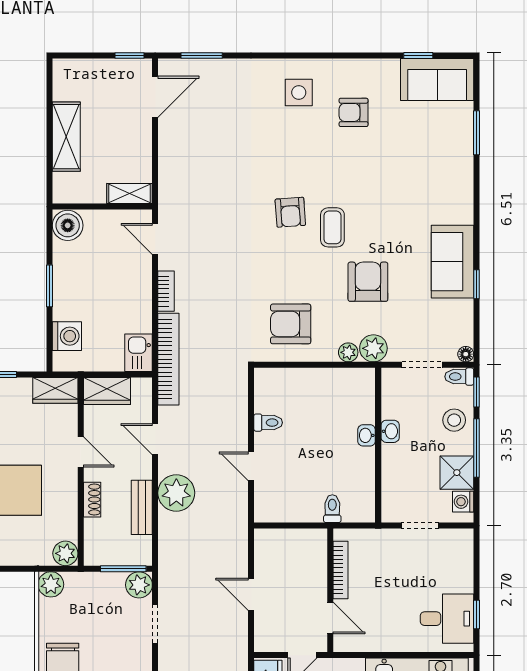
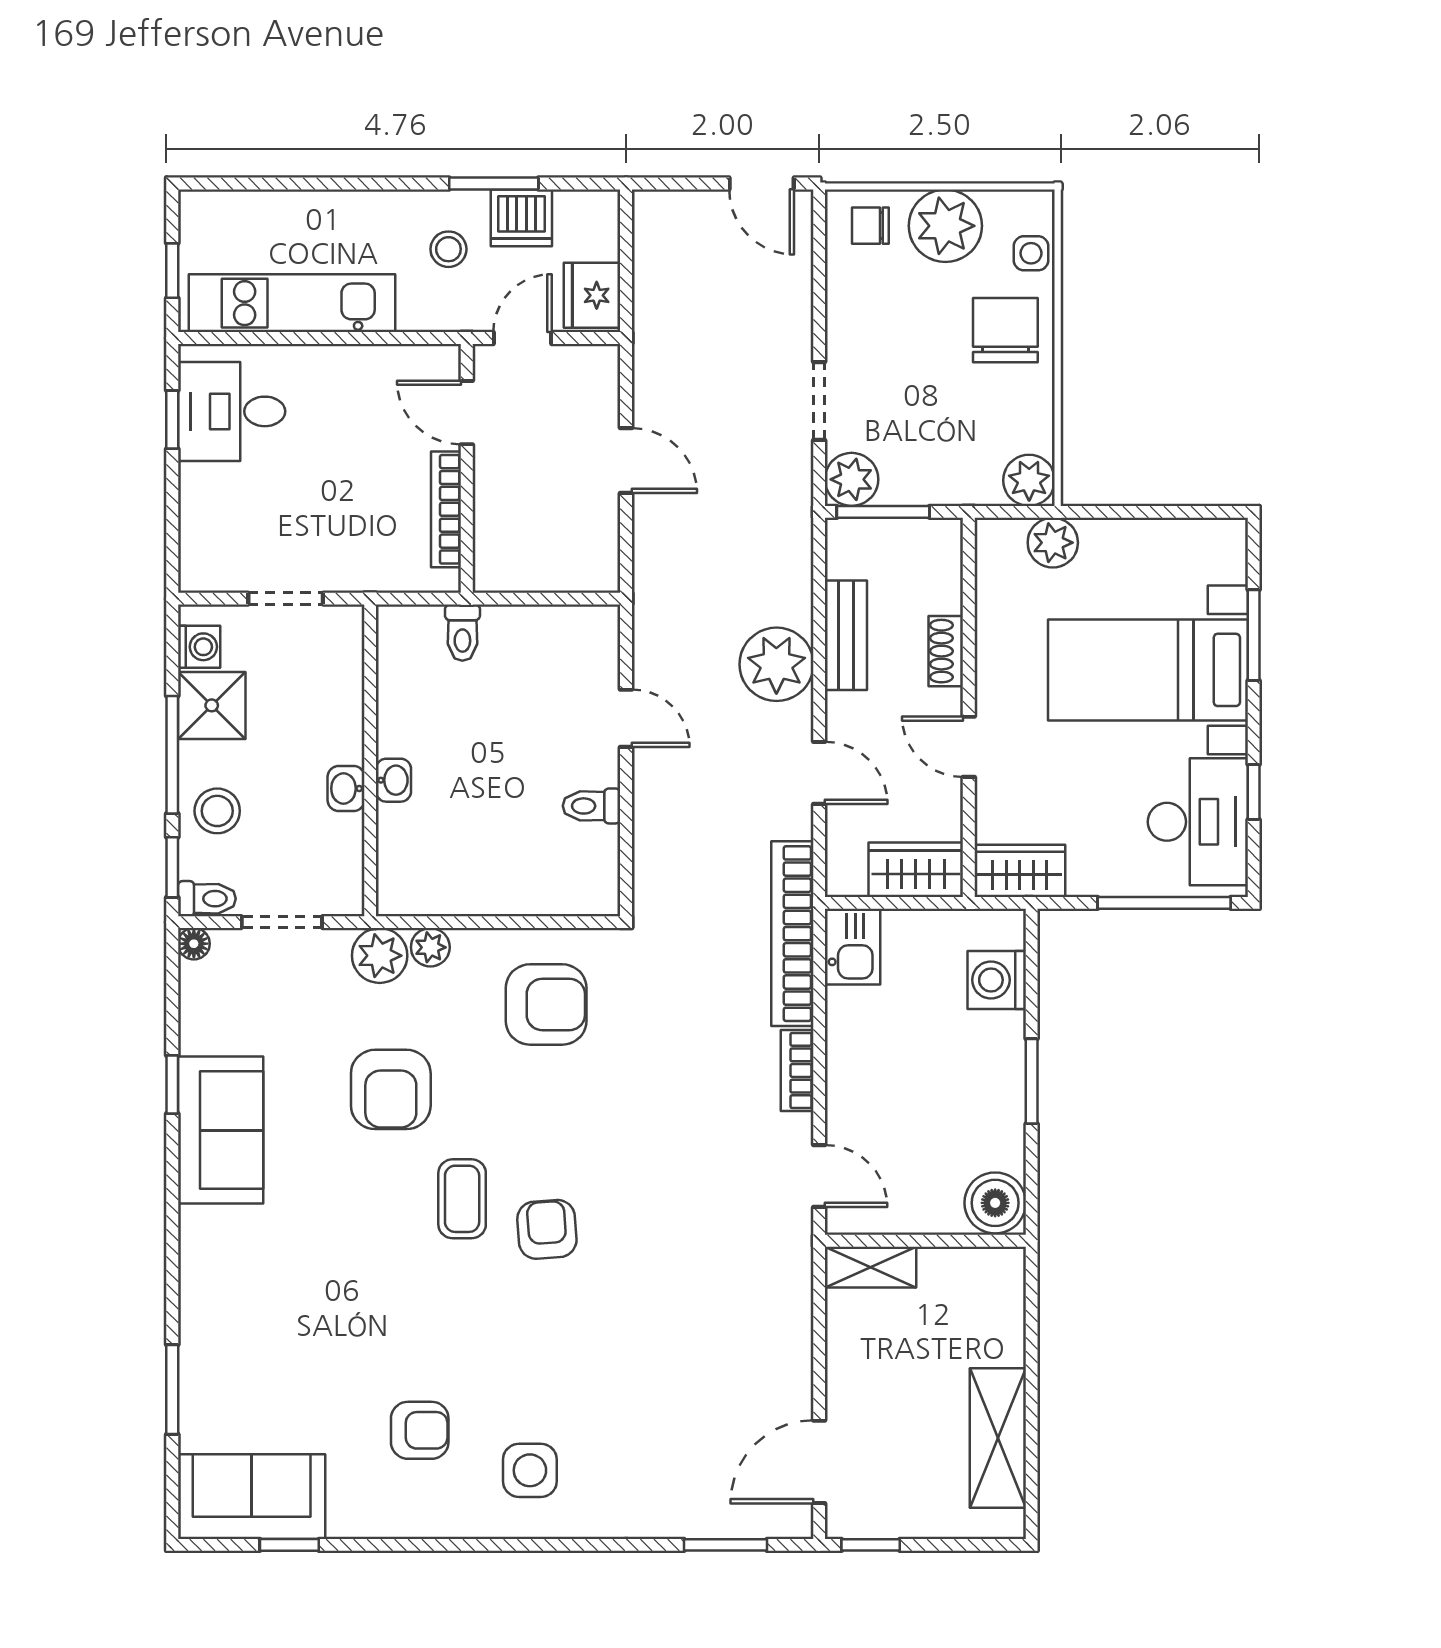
shelving: (66, 137) -> (998, 1438), moved
plant: (65, 553) -> (1053, 543), moved

